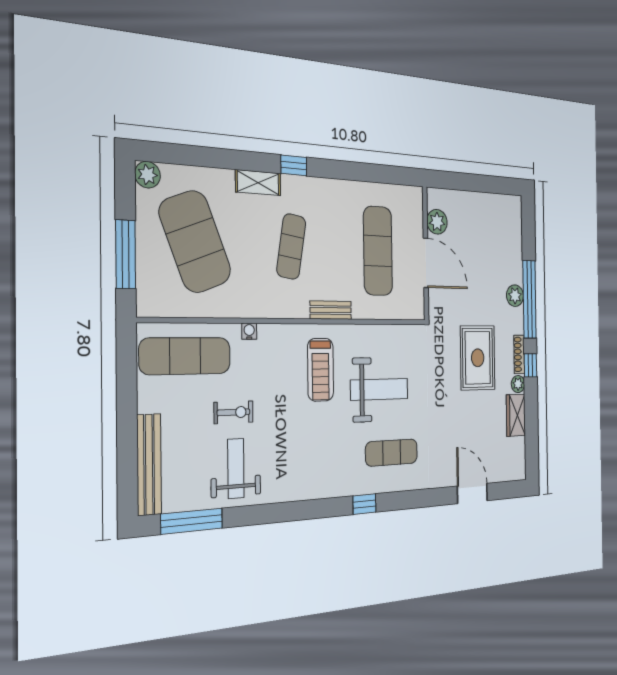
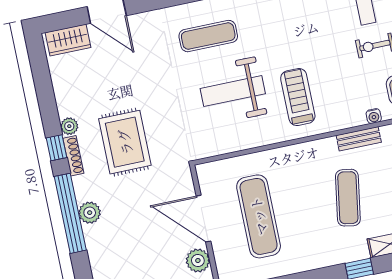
bench: (331, 310) -> (359, 139), moved
wardrobe: (516, 415) -> (68, 40), moved, turned 90

